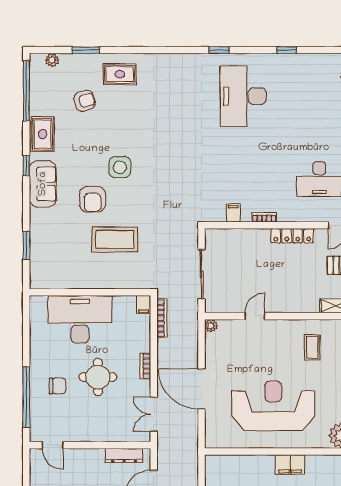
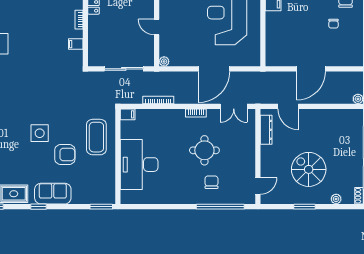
wall: (90, 292) -> (118, 157), moved
filing cabinet: (144, 305) -> (128, 114), moved
desk: (80, 319) -> (139, 165), moved

